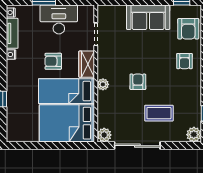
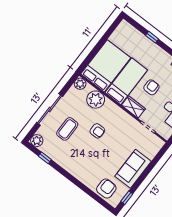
armchair: (188, 29) -> (106, 189), turned 90
armchair: (184, 61) -> (88, 170), removed
plant: (103, 84) -> (96, 100), moved, width x1.88, depth x1.88
sliding door: (137, 146) -> (50, 110), moved

